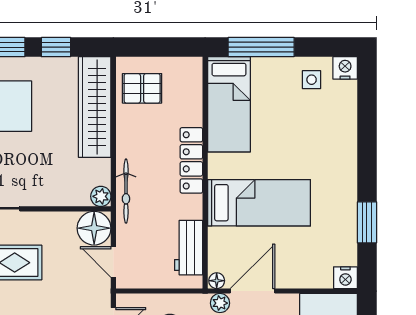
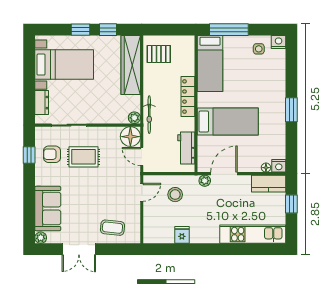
window: (367, 222) -> (291, 110), moved
floor lamp: (217, 281) -> (266, 168), moved

